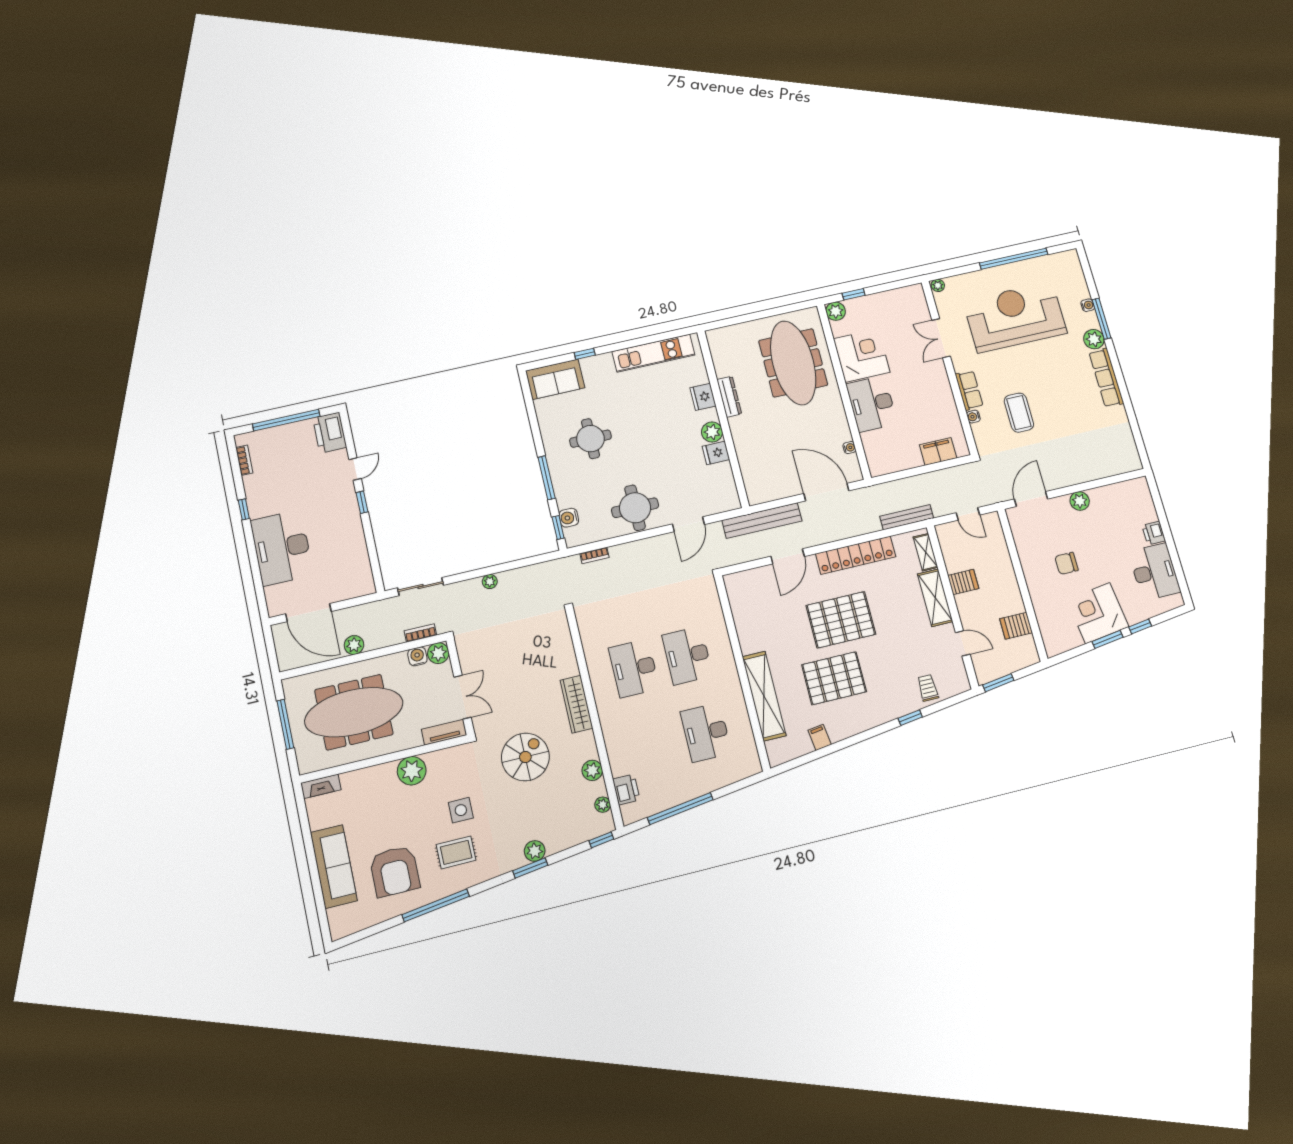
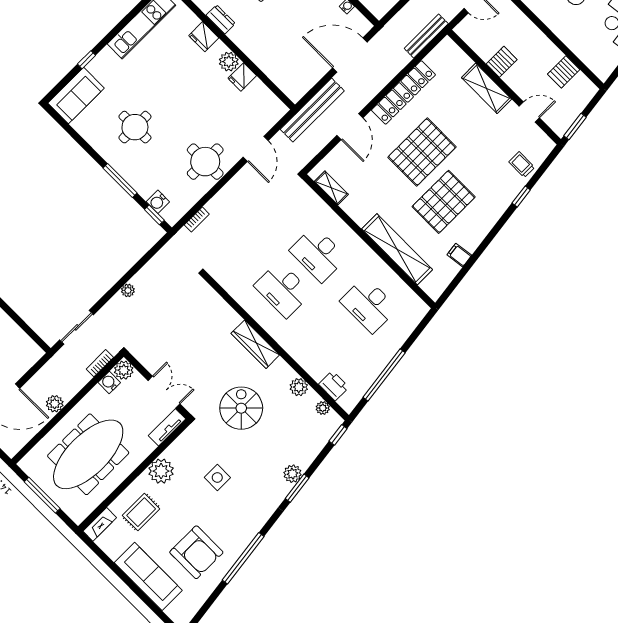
dresser: (729, 397) -> (221, 19), width x0.70
shelving: (926, 552) -> (331, 188), moved
rug: (456, 852) -> (141, 512), moved

